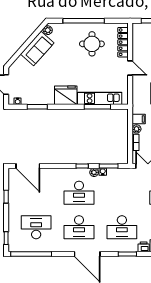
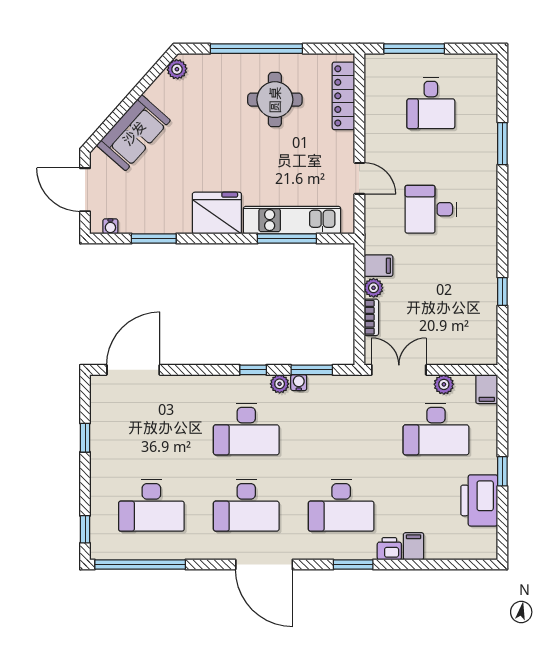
sofa: (37, 49) -> (134, 133), moved
door: (130, 68) -> (359, 178), moved
door: (28, 166) -> (133, 370), swing flipped
desk: (36, 227) -> (151, 505), turned 180

